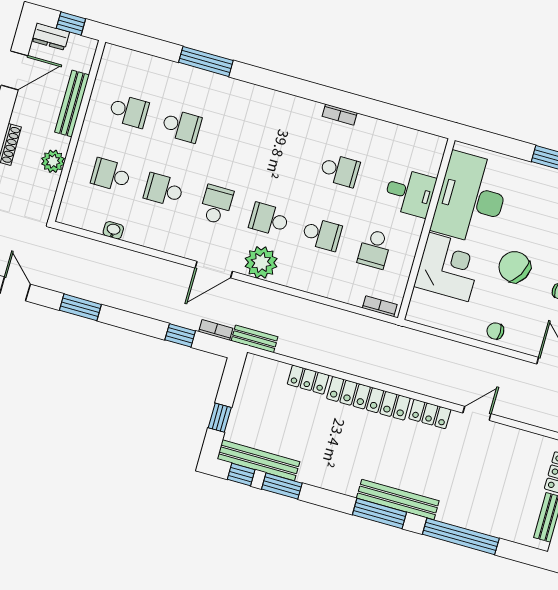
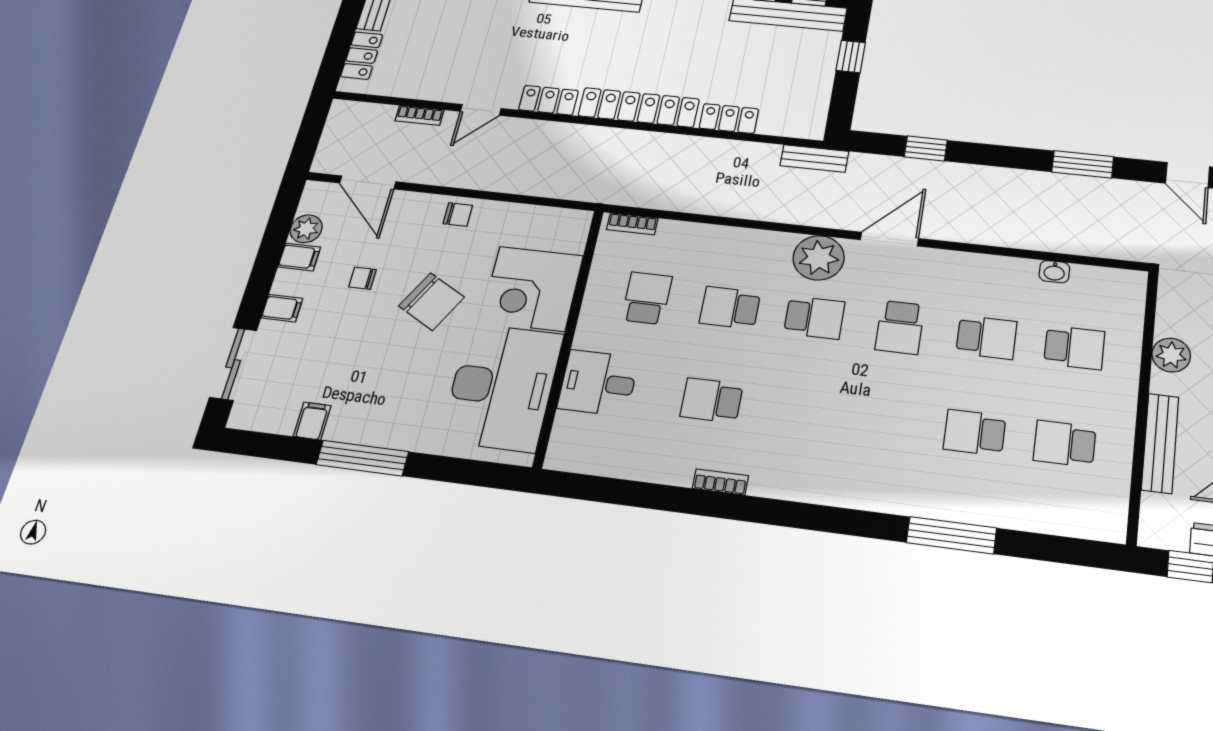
bookcase: (216, 330) -> (419, 115), moved

